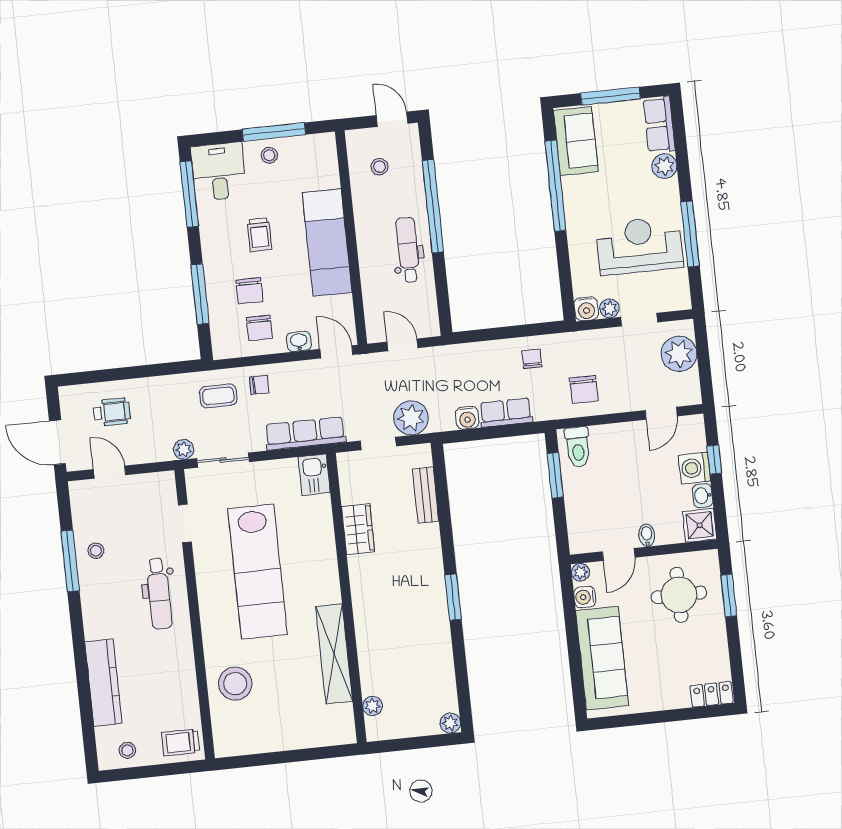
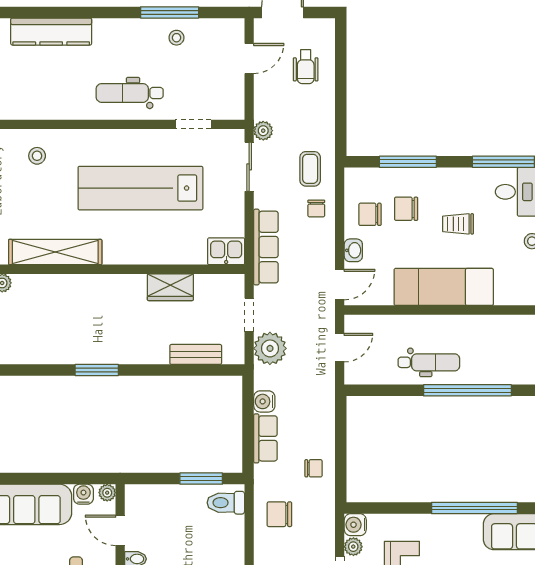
stool: (379, 167) -> (510, 344), removed
stool: (235, 684) -> (37, 156), width x0.53, depth x0.53

